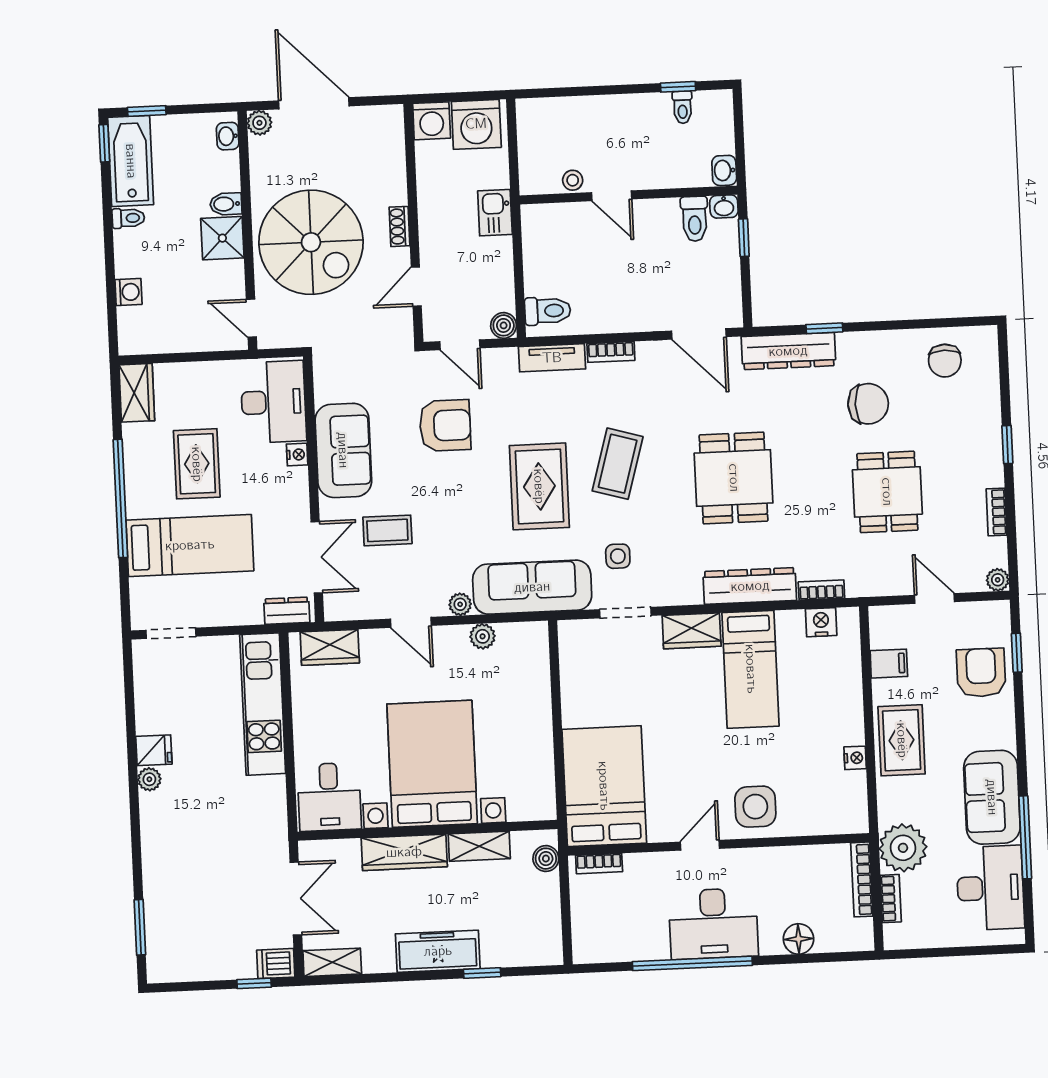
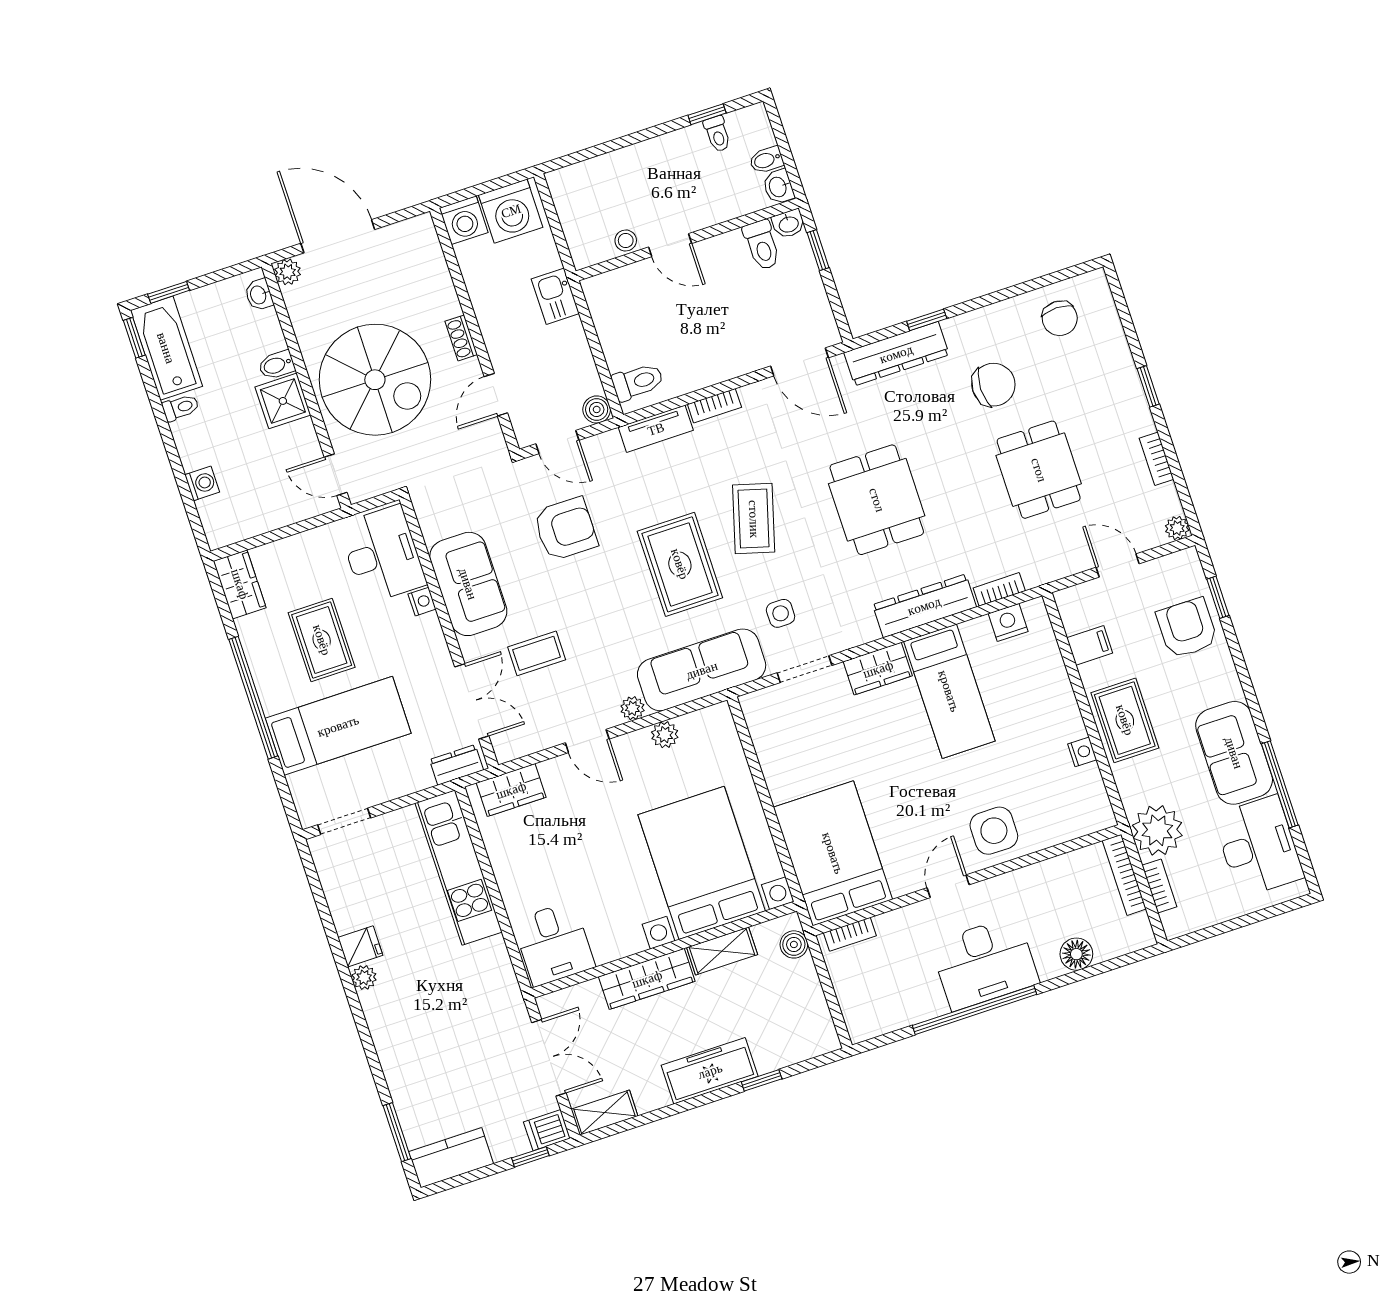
bidet: (720, 143) -> (766, 160), added
bed with nightstands: (432, 764) -> (702, 863), moved
kitchen counter: (182, 964) -> (451, 1158), added

